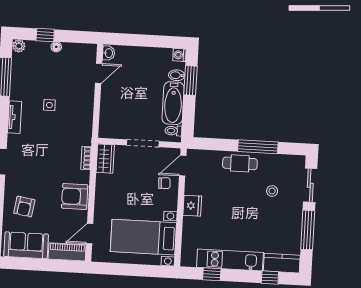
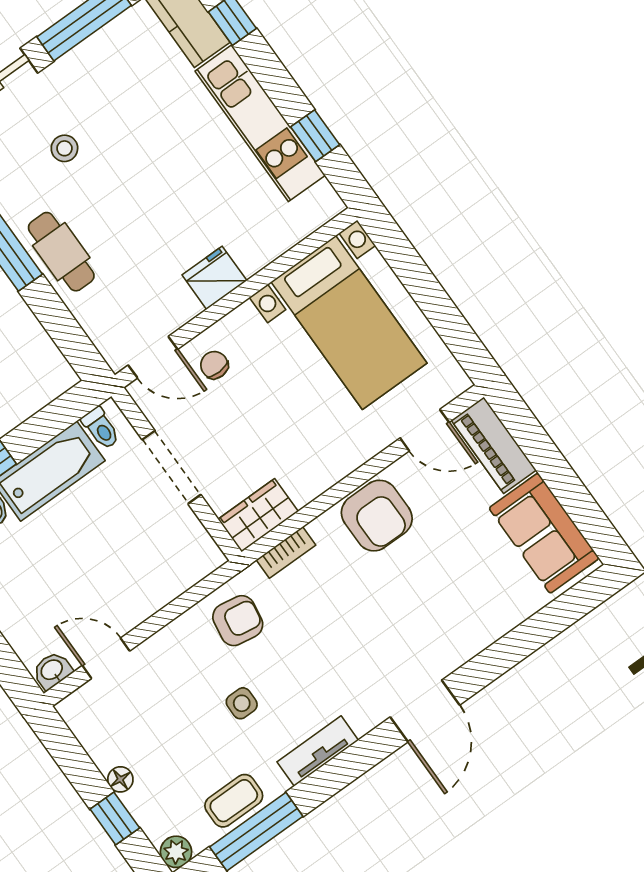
coffee table: (20, 78) -> (234, 801), added
armchair: (24, 207) -> (238, 621), moved

